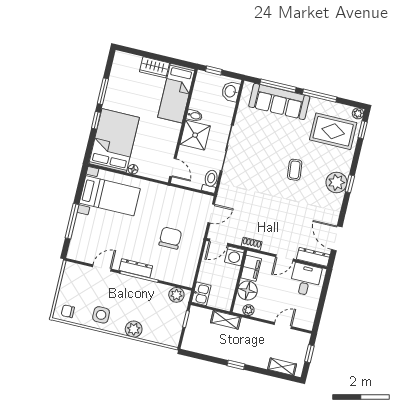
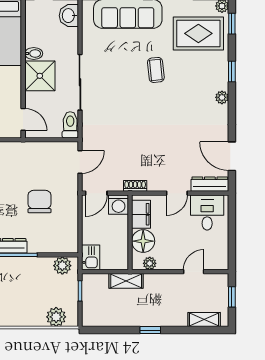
coffee table: (295, 170) -> (156, 70), moved
plant: (336, 182) -> (222, 97), width x0.53, depth x0.53
window: (350, 184) -> (232, 71), moved
plant: (134, 329) -> (56, 317), moved

